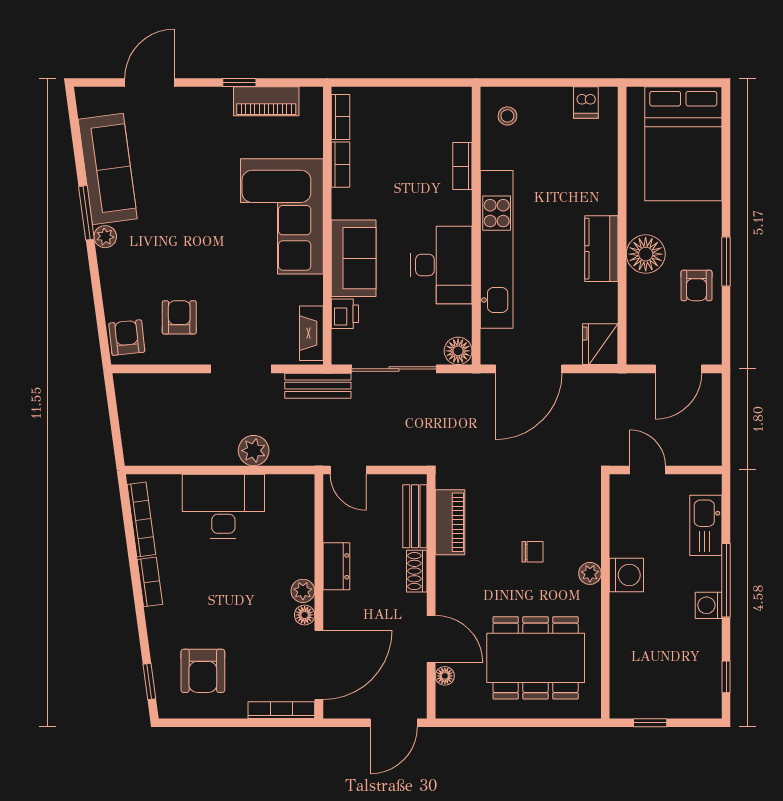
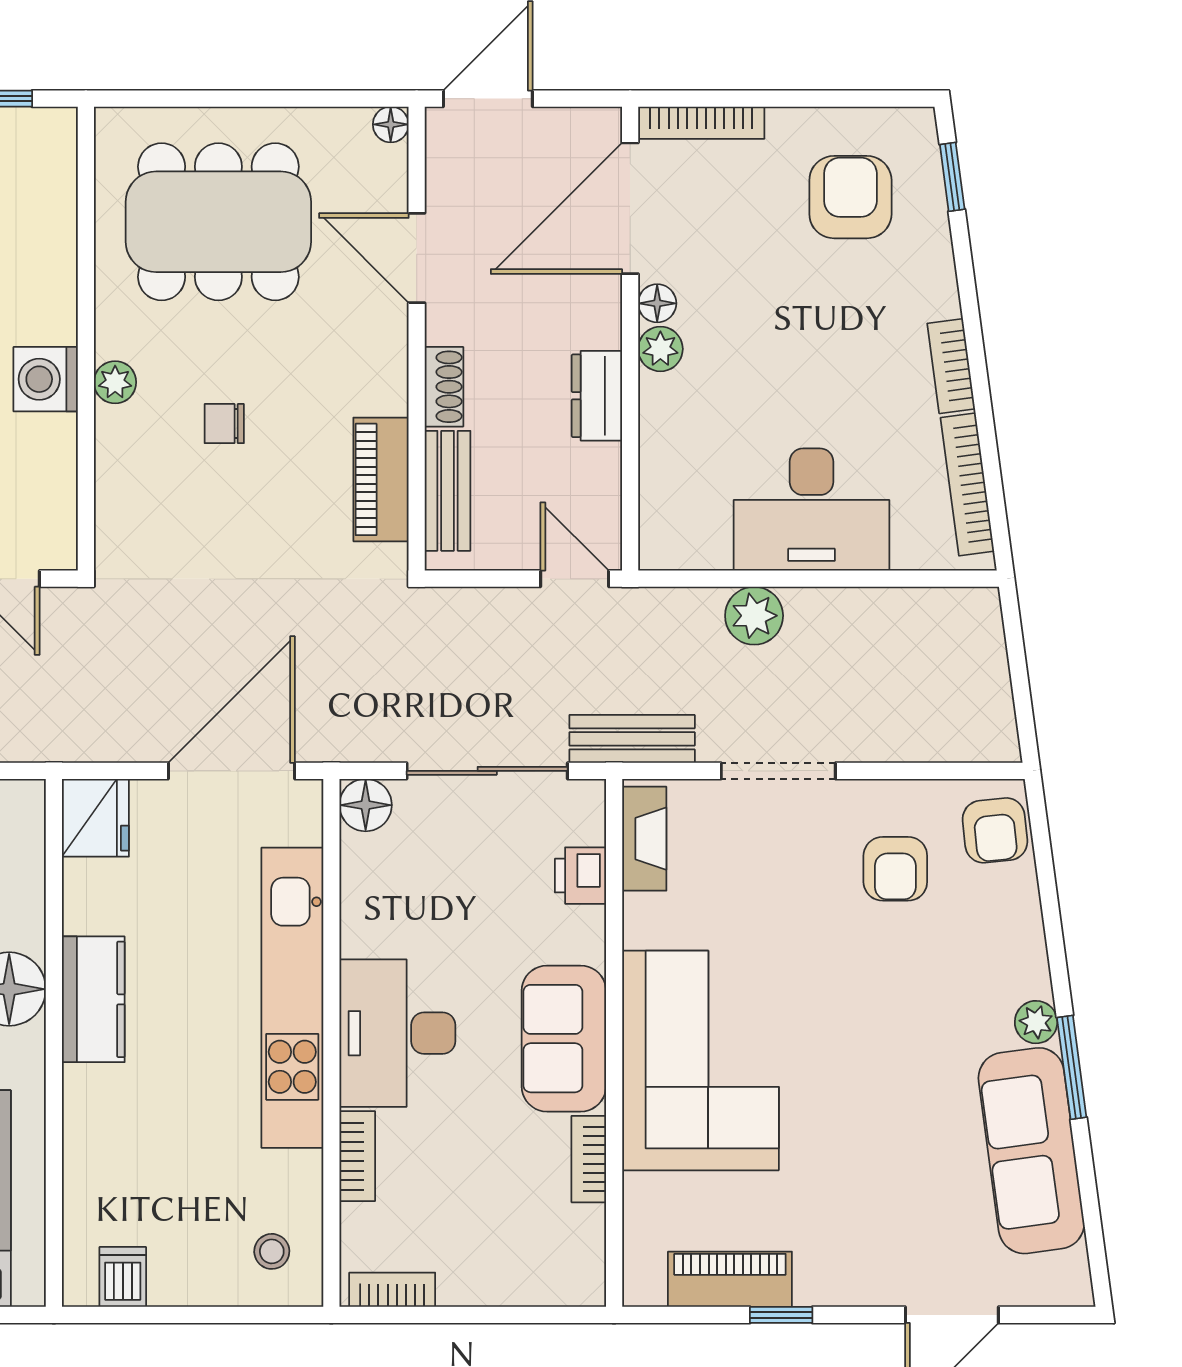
bookcase: (341, 117) -> (392, 1290), moved, turned 90
sofa: (354, 258) -> (564, 1039), moved
desk: (441, 265) -> (397, 1033), moved
floor lamp: (445, 676) -> (391, 124), moved

